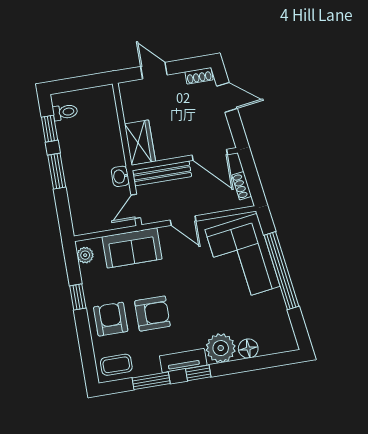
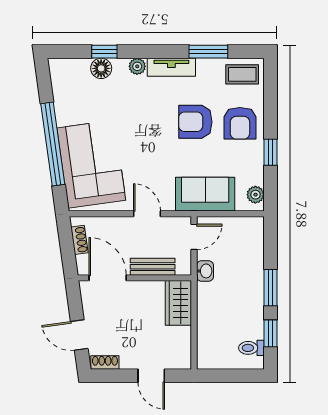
bench: (162, 173) -> (153, 267), width x0.73
plant: (221, 348) -> (137, 66), width x0.53, depth x0.53
window: (198, 373) -> (104, 52), moved

